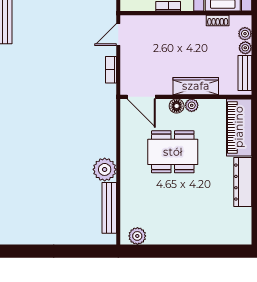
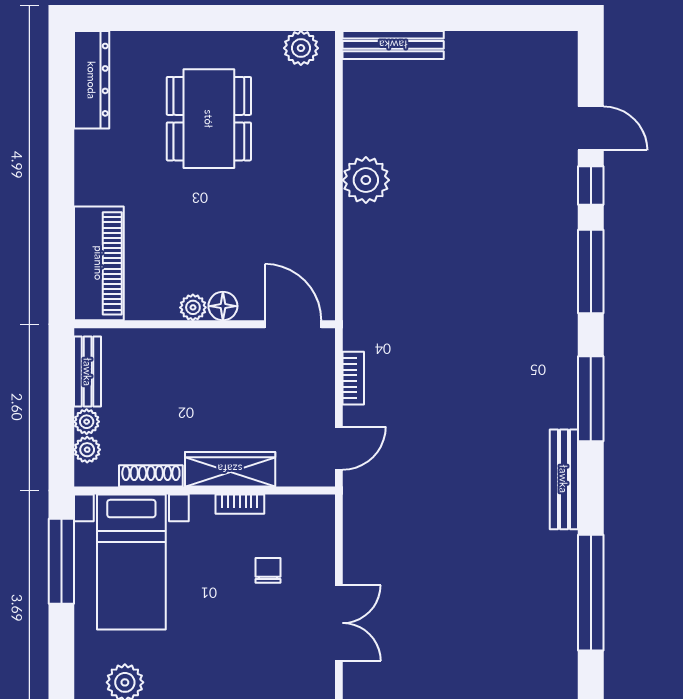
shoe rack: (218, 20) -> (151, 476), width x1.43
wardrobe: (196, 86) -> (230, 469), moved, turned 180
dining table: (173, 152) -> (209, 119), moved, turned 90
dresser: (243, 182) -> (92, 80), moved
bench: (109, 208) -> (393, 45), moved, turned 90

